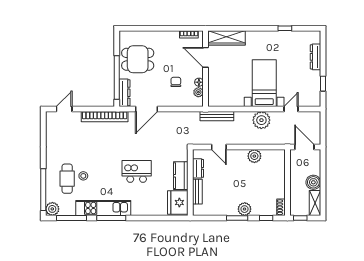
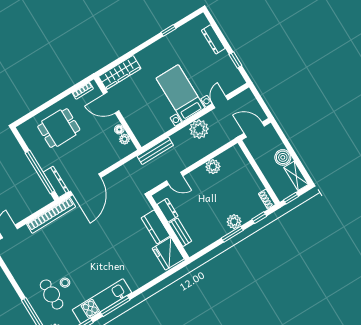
dining table: (138, 59) -> (59, 128), moved
chair: (176, 82) -> (98, 142), removed
door: (146, 109) -> (86, 184), width x1.36
kitchen island: (137, 171) -> (112, 248), removed

